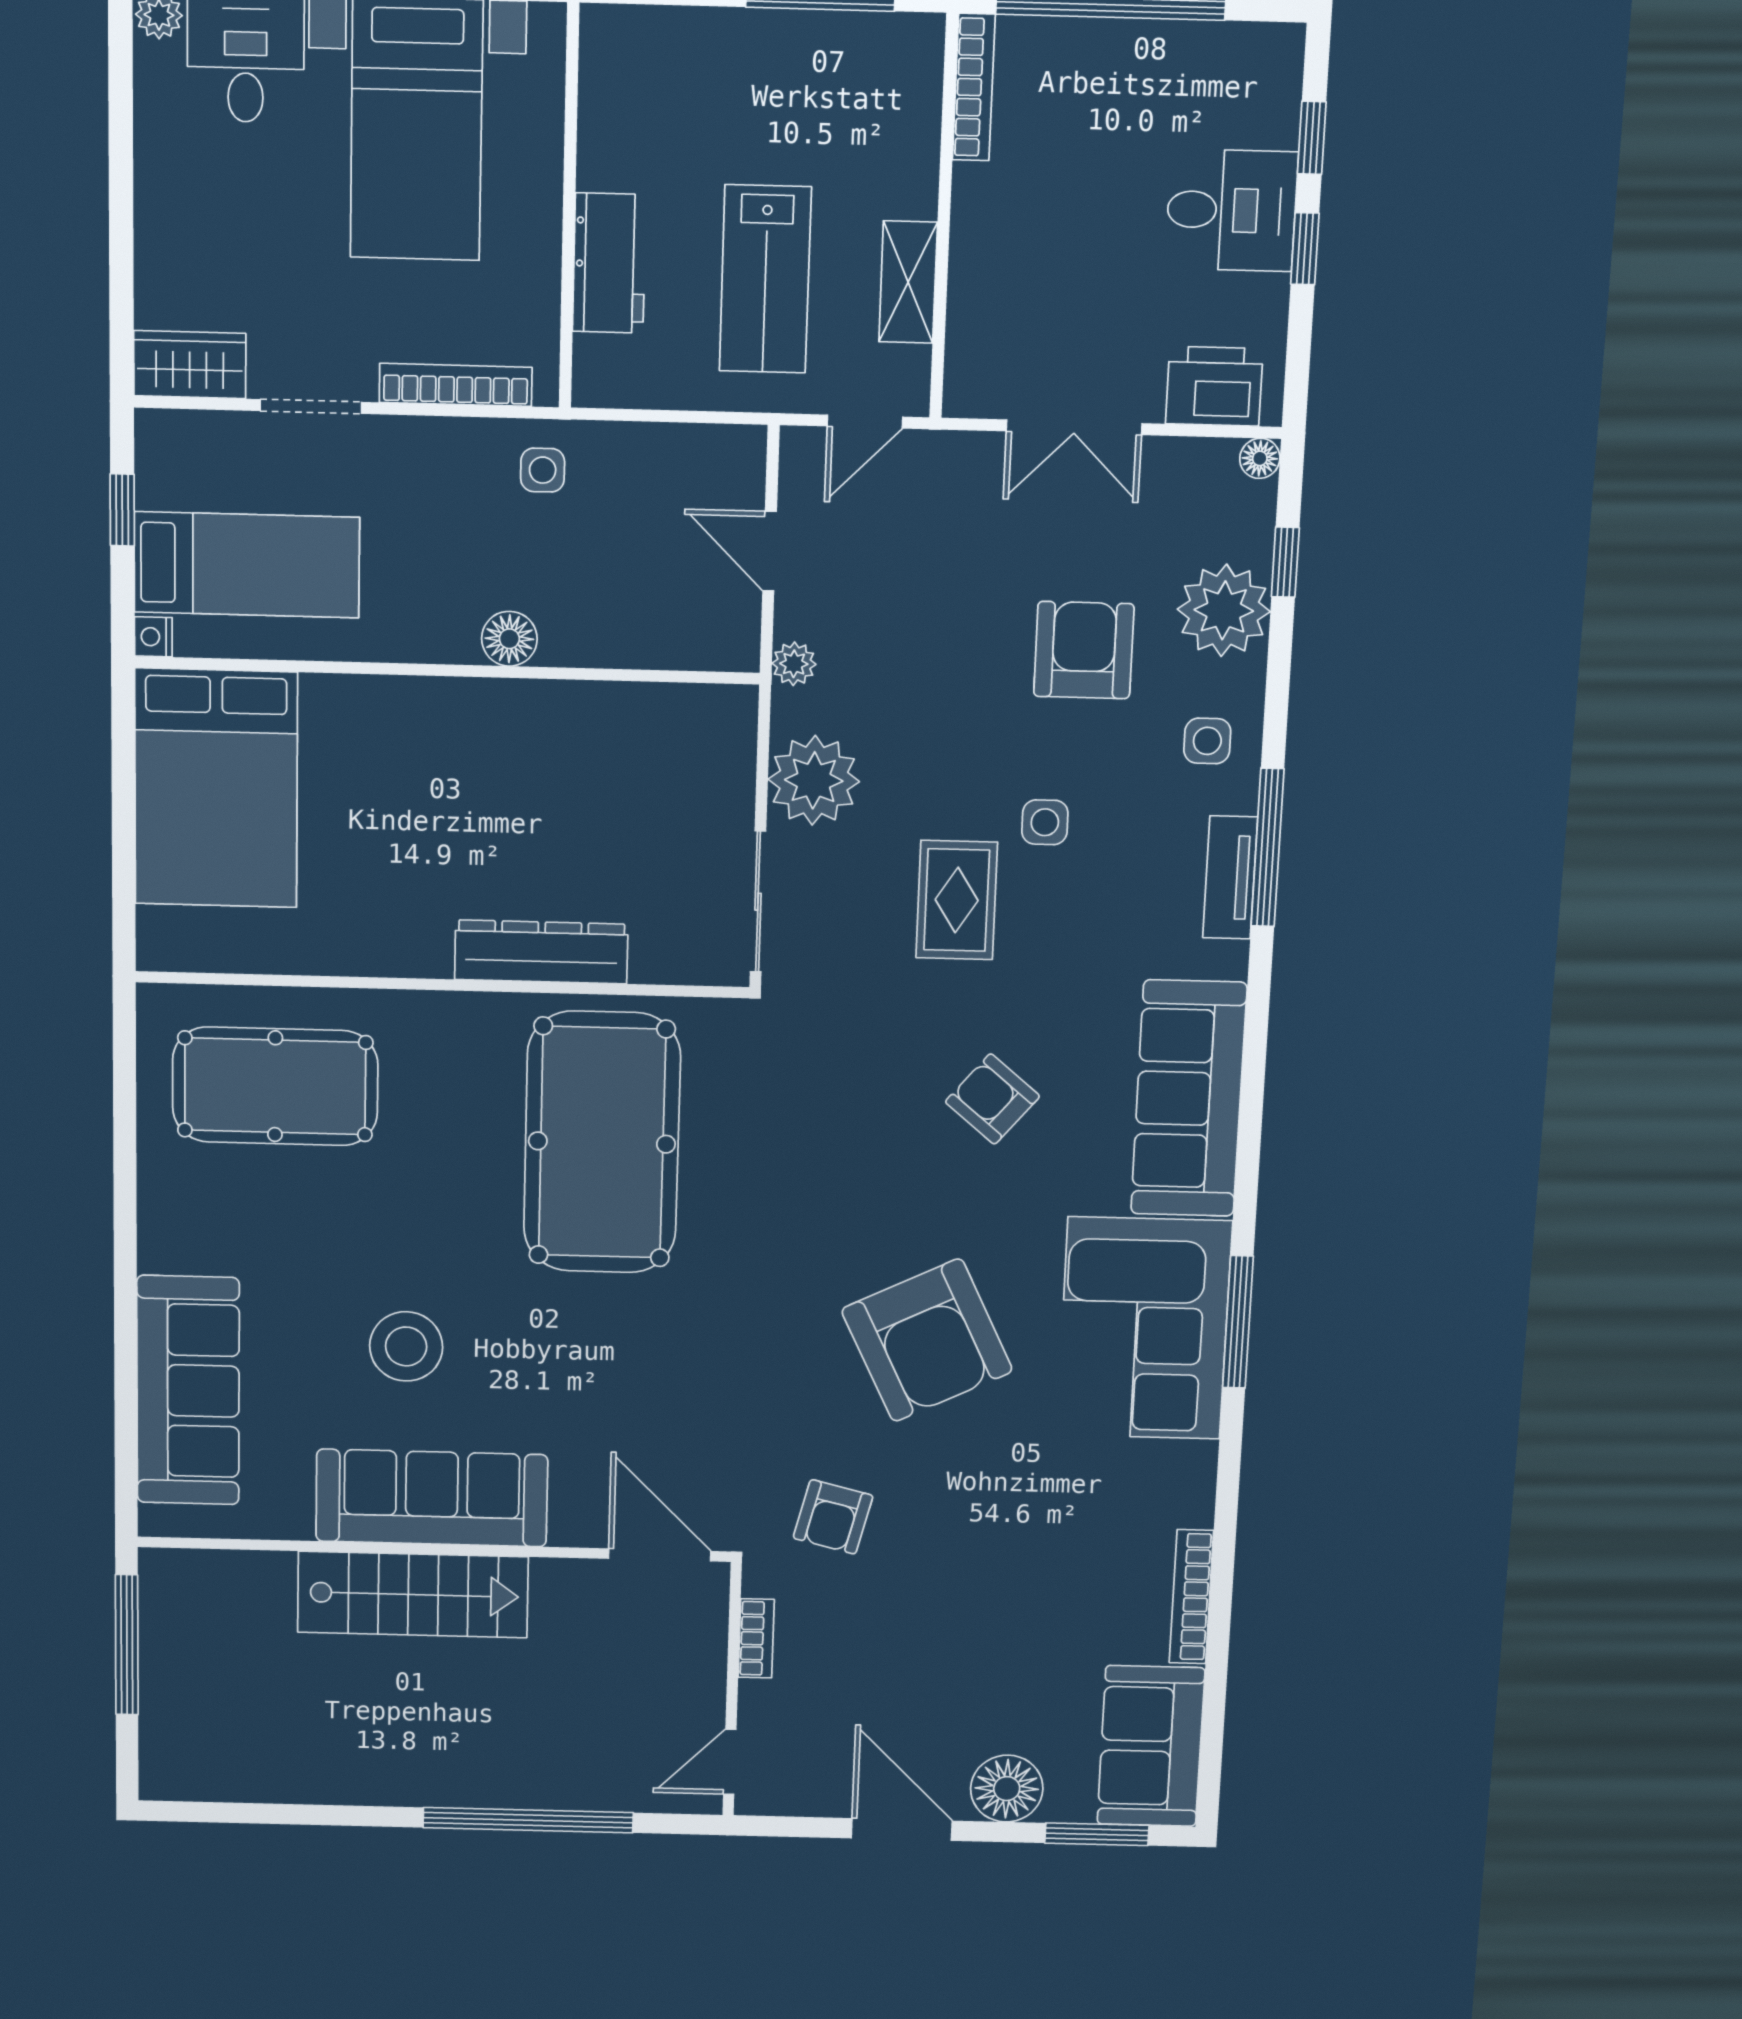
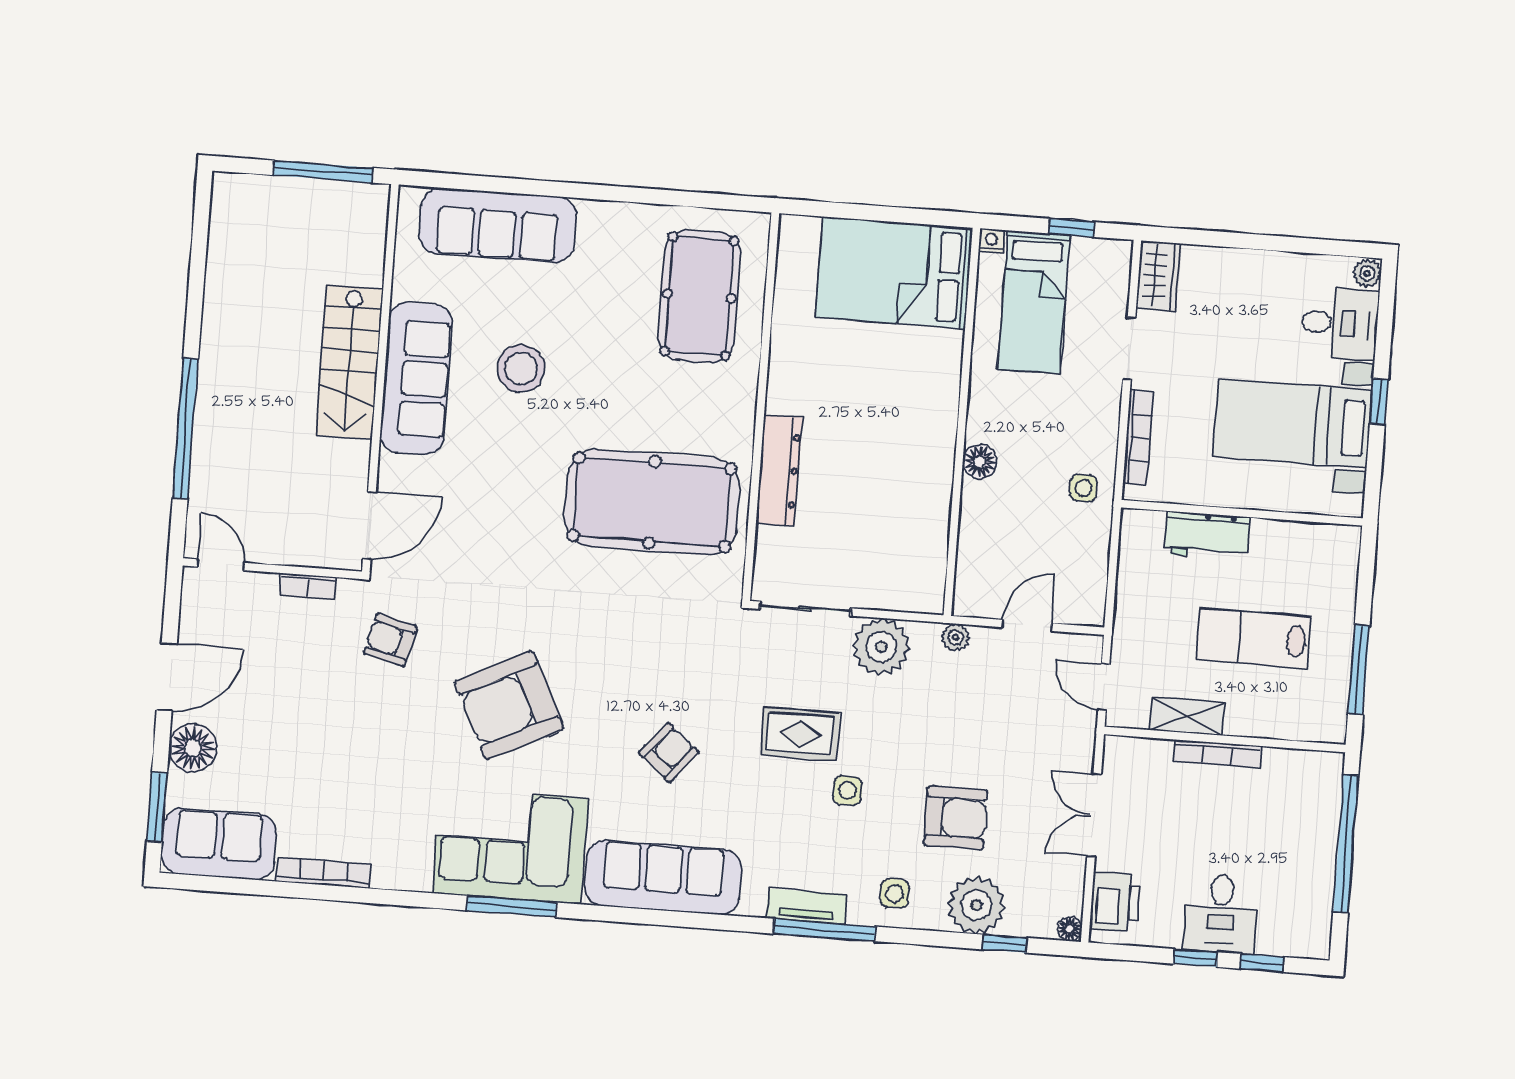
bookcase: (974, 87) -> (1217, 754), moved
lab bench: (765, 279) -> (1253, 638), moved

